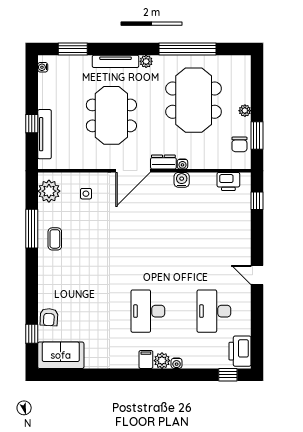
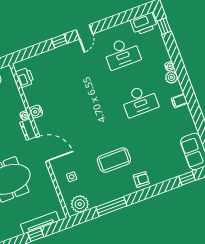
window: (257, 201) -> (59, 41), moved
coffee table: (55, 239) -> (114, 160), moved, width x1.86, depth x1.72
armchair: (49, 317) -> (141, 179), moved
filing cabinet: (146, 360) -> (179, 101), moved

